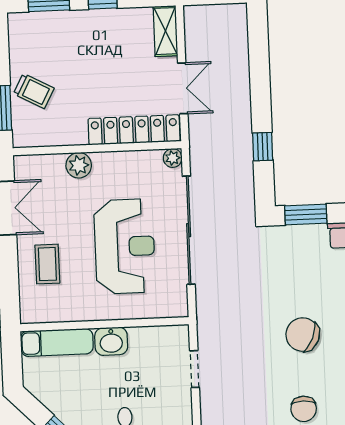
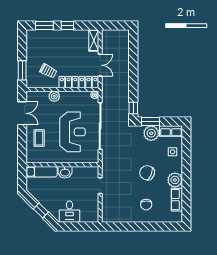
trolley: (34, 91) -> (48, 71), moved
window: (263, 147) -> (133, 108), moved
plant: (308, 242) -> (151, 133), added

